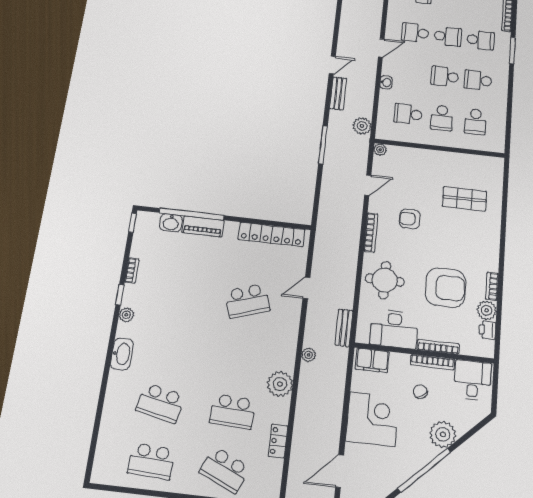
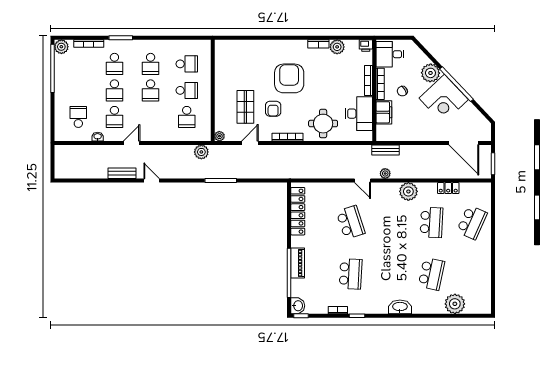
school desk: (448, 36) -> (114, 90), turned 180
school desk: (481, 40) -> (114, 64), turned 180
door: (381, 48) -> (132, 143), hinge flipped
washbasin: (386, 82) -> (98, 137), moved
bench: (338, 93) -> (122, 173), moved
door: (368, 185) -> (250, 143), hinge flipped
shop shelf: (465, 199) -> (245, 107), moved
washbasin: (171, 223) -> (298, 306), moved
door: (306, 288) -> (363, 181), moved
armchair: (445, 288) -> (289, 78), moved
plant: (126, 315) -> (455, 304), moved, width x1.88, depth x1.88
bench: (344, 328) -> (386, 150), moved
printer: (487, 330) -> (366, 46), moved
filing cabinet: (372, 360) -> (384, 112), moved
corner desk: (372, 419) -> (444, 99), moved, turned -133
school desk: (151, 461) -> (351, 274), moved
door: (340, 471) -> (464, 143), width x1.36

